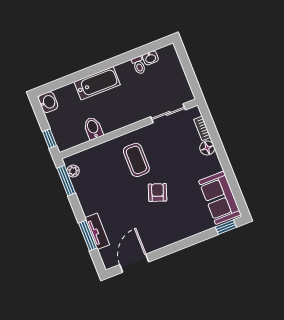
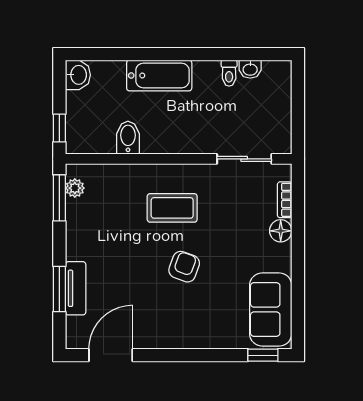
coffee table: (136, 160) -> (172, 208), turned 90

